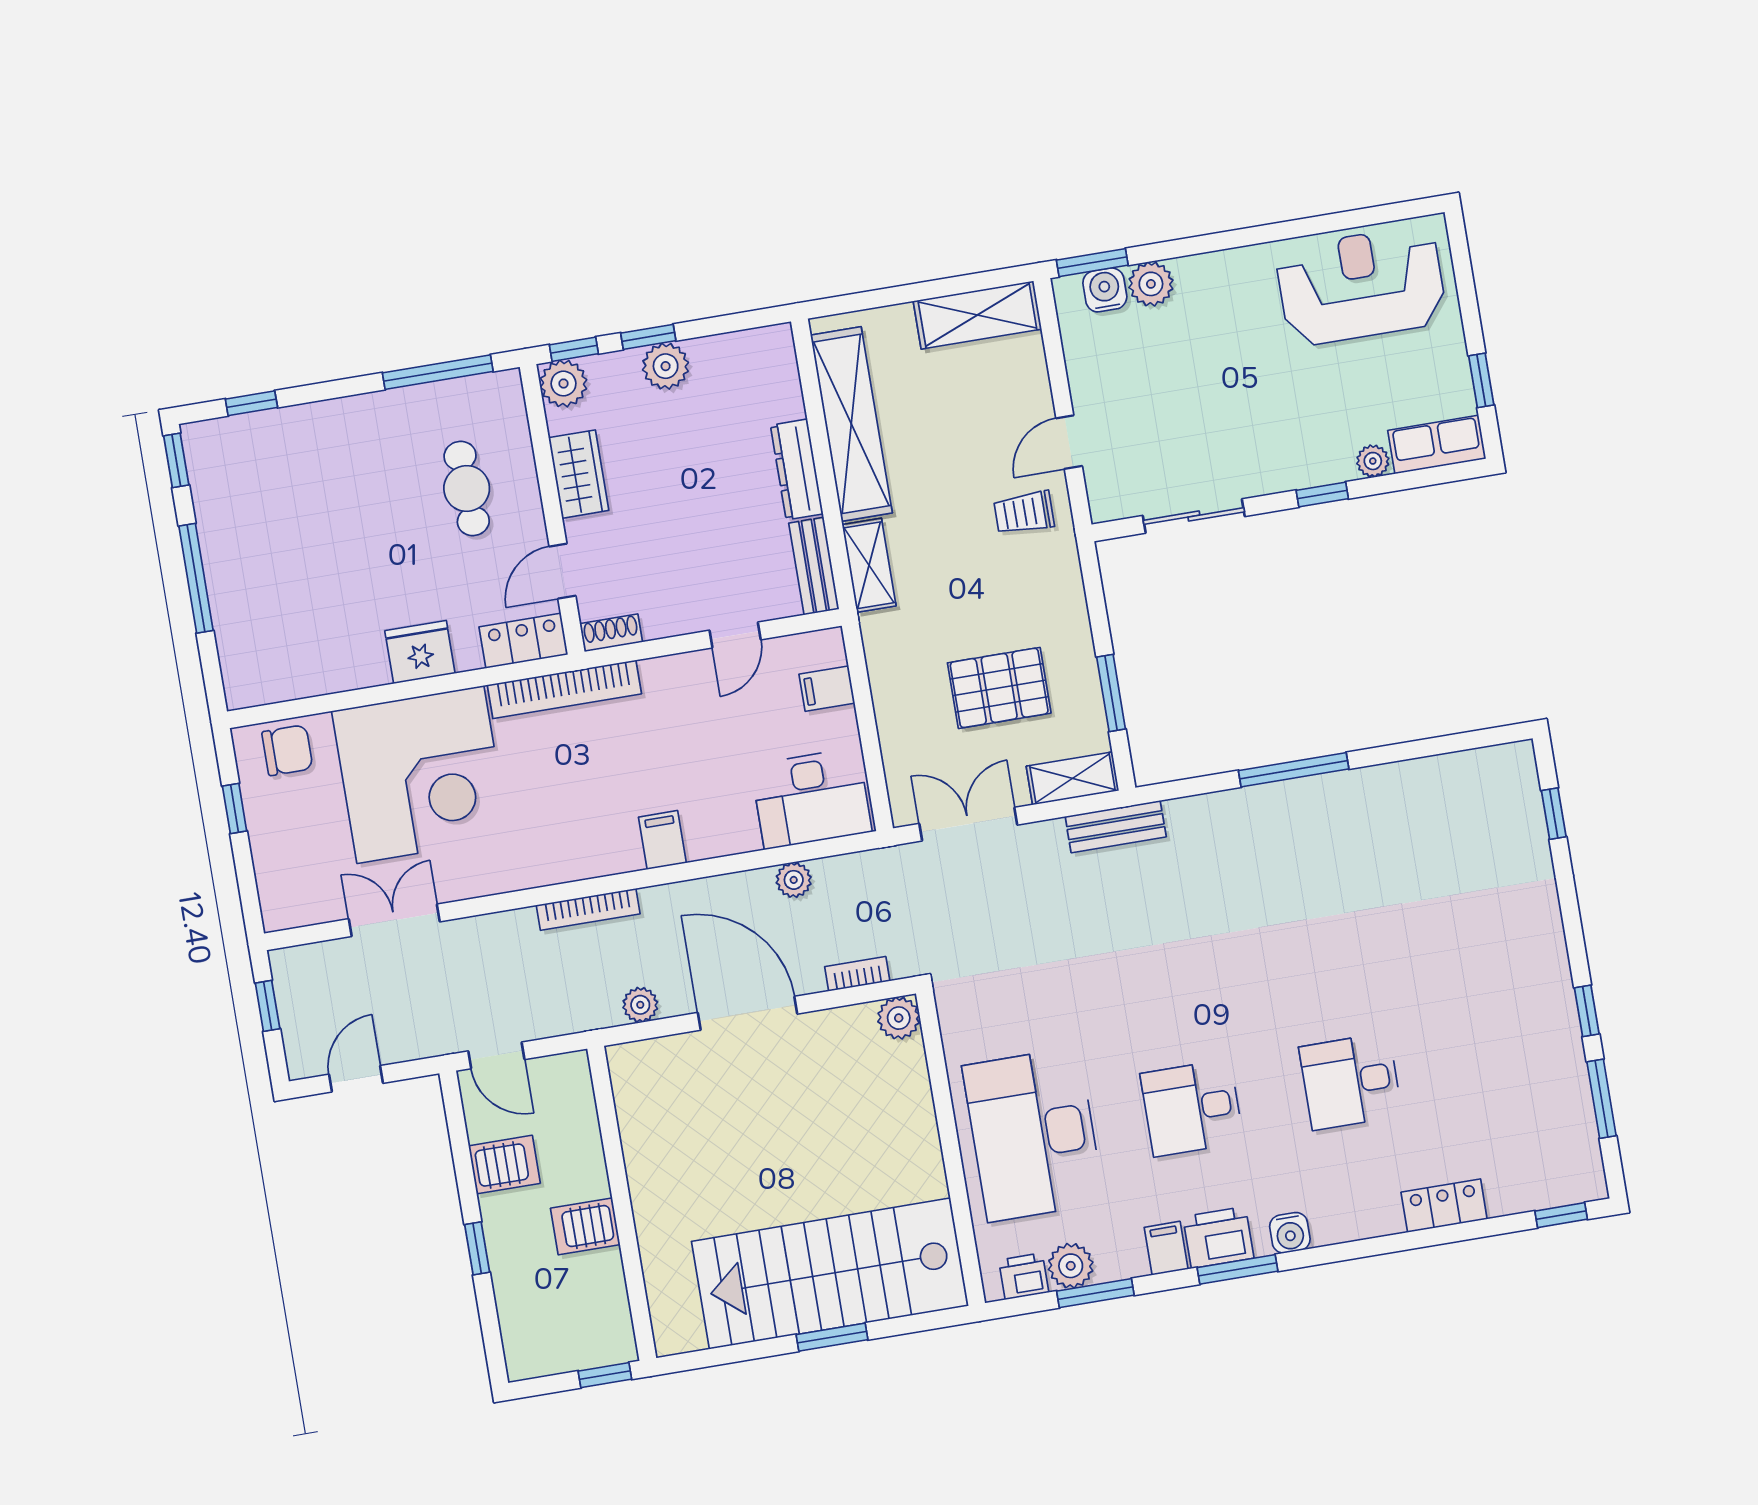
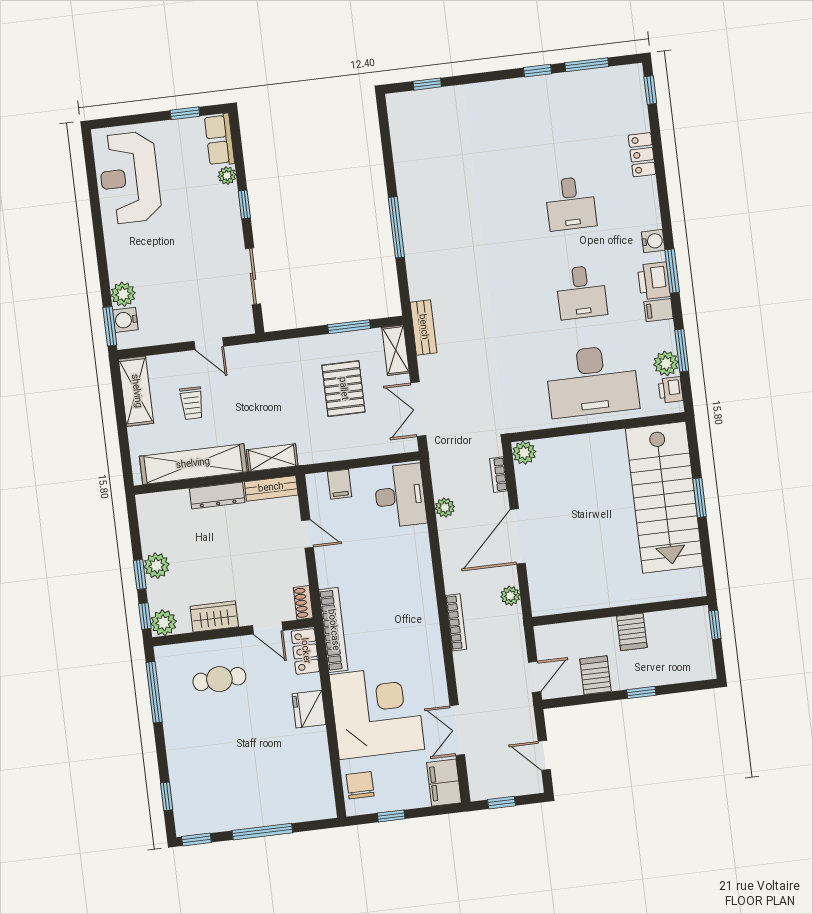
trolley: (1024, 513) -> (192, 403), moved
filing cabinet: (662, 840) -> (444, 783), moved, width x2.00

